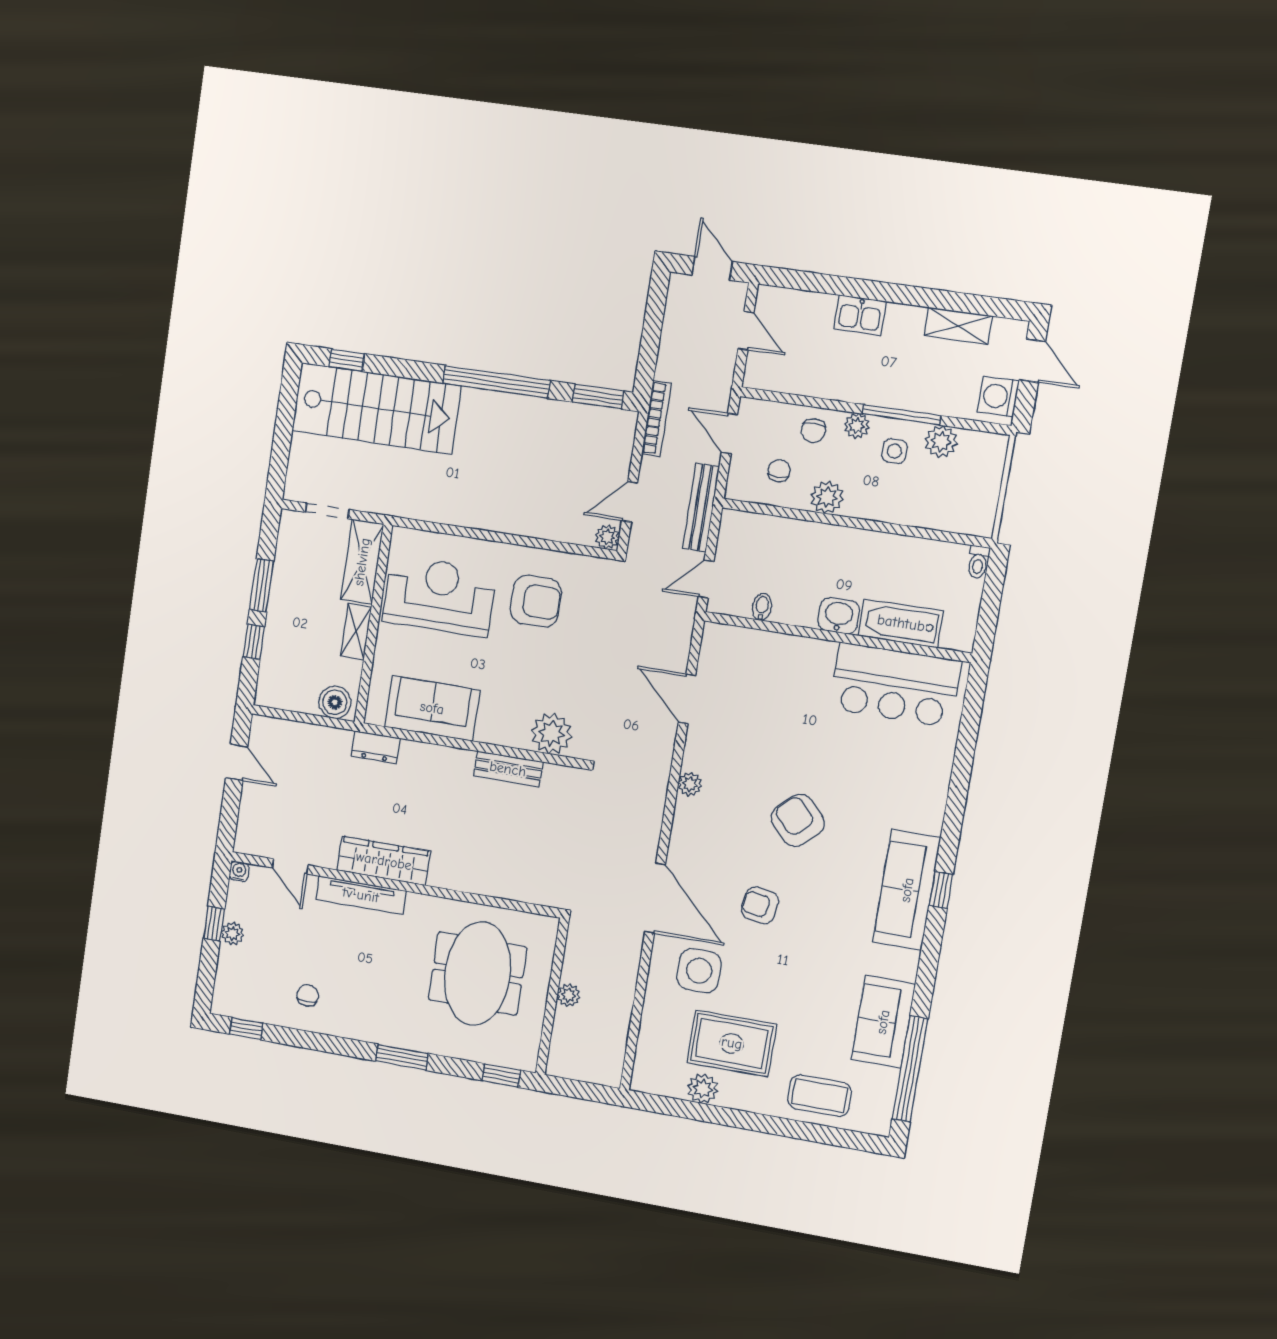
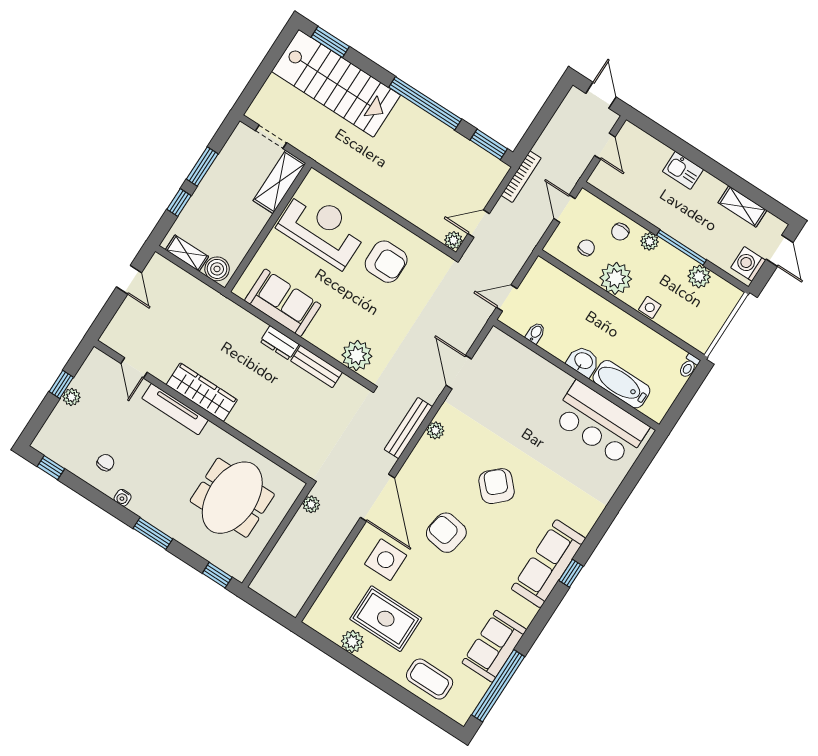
window: (347, 360) -> (330, 42), width x1.50
side table: (894, 451) -> (650, 307), moved
plant: (827, 497) -> (616, 278), width x1.36, depth x1.36
bench: (701, 508) -> (408, 428), moved
shelving: (356, 631) -> (187, 253), moved, turned 90
dresser: (376, 747) -> (279, 343), moved
water cooler: (239, 871) -> (123, 498), moved, turned 180
armchair: (760, 905) -> (446, 533), width x1.38, depth x1.38
plant: (569, 995) -> (311, 504), moved

